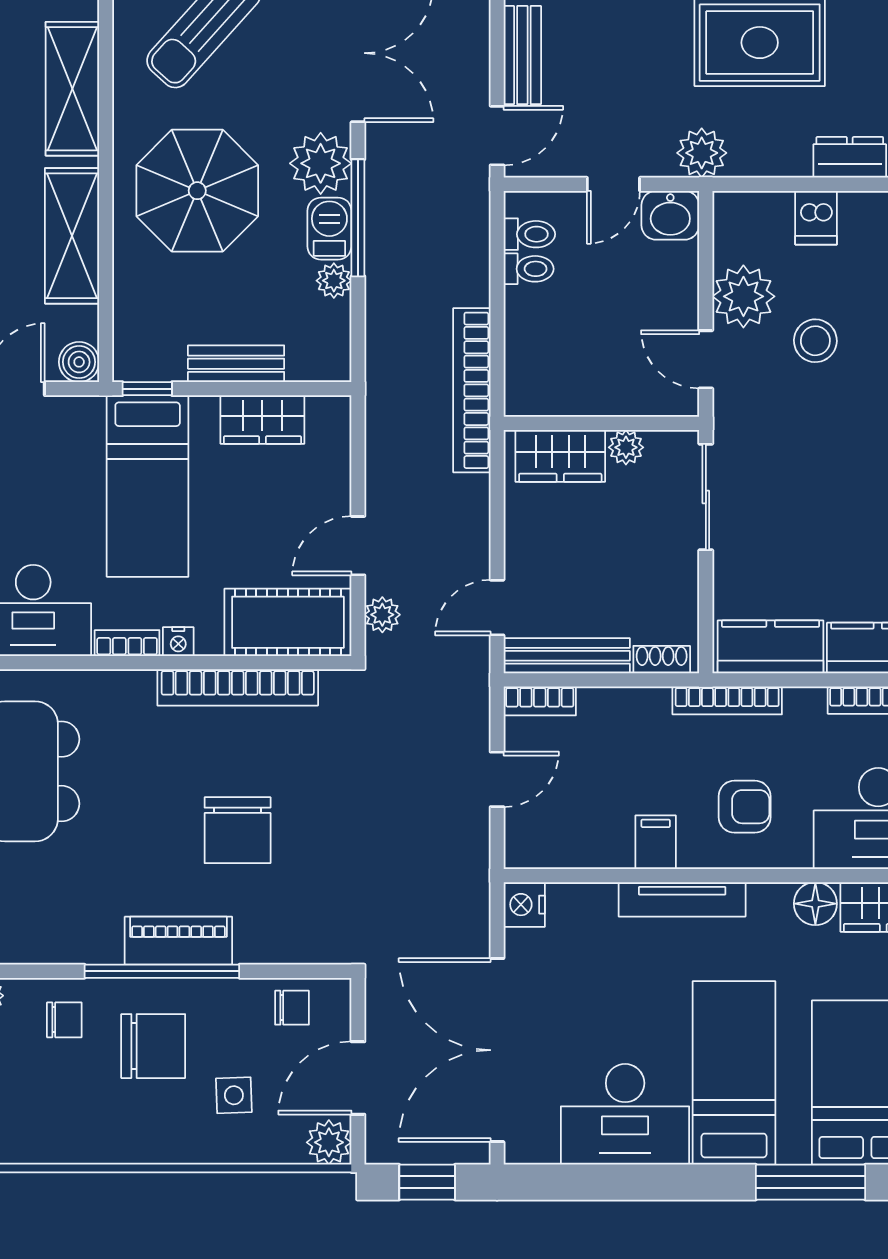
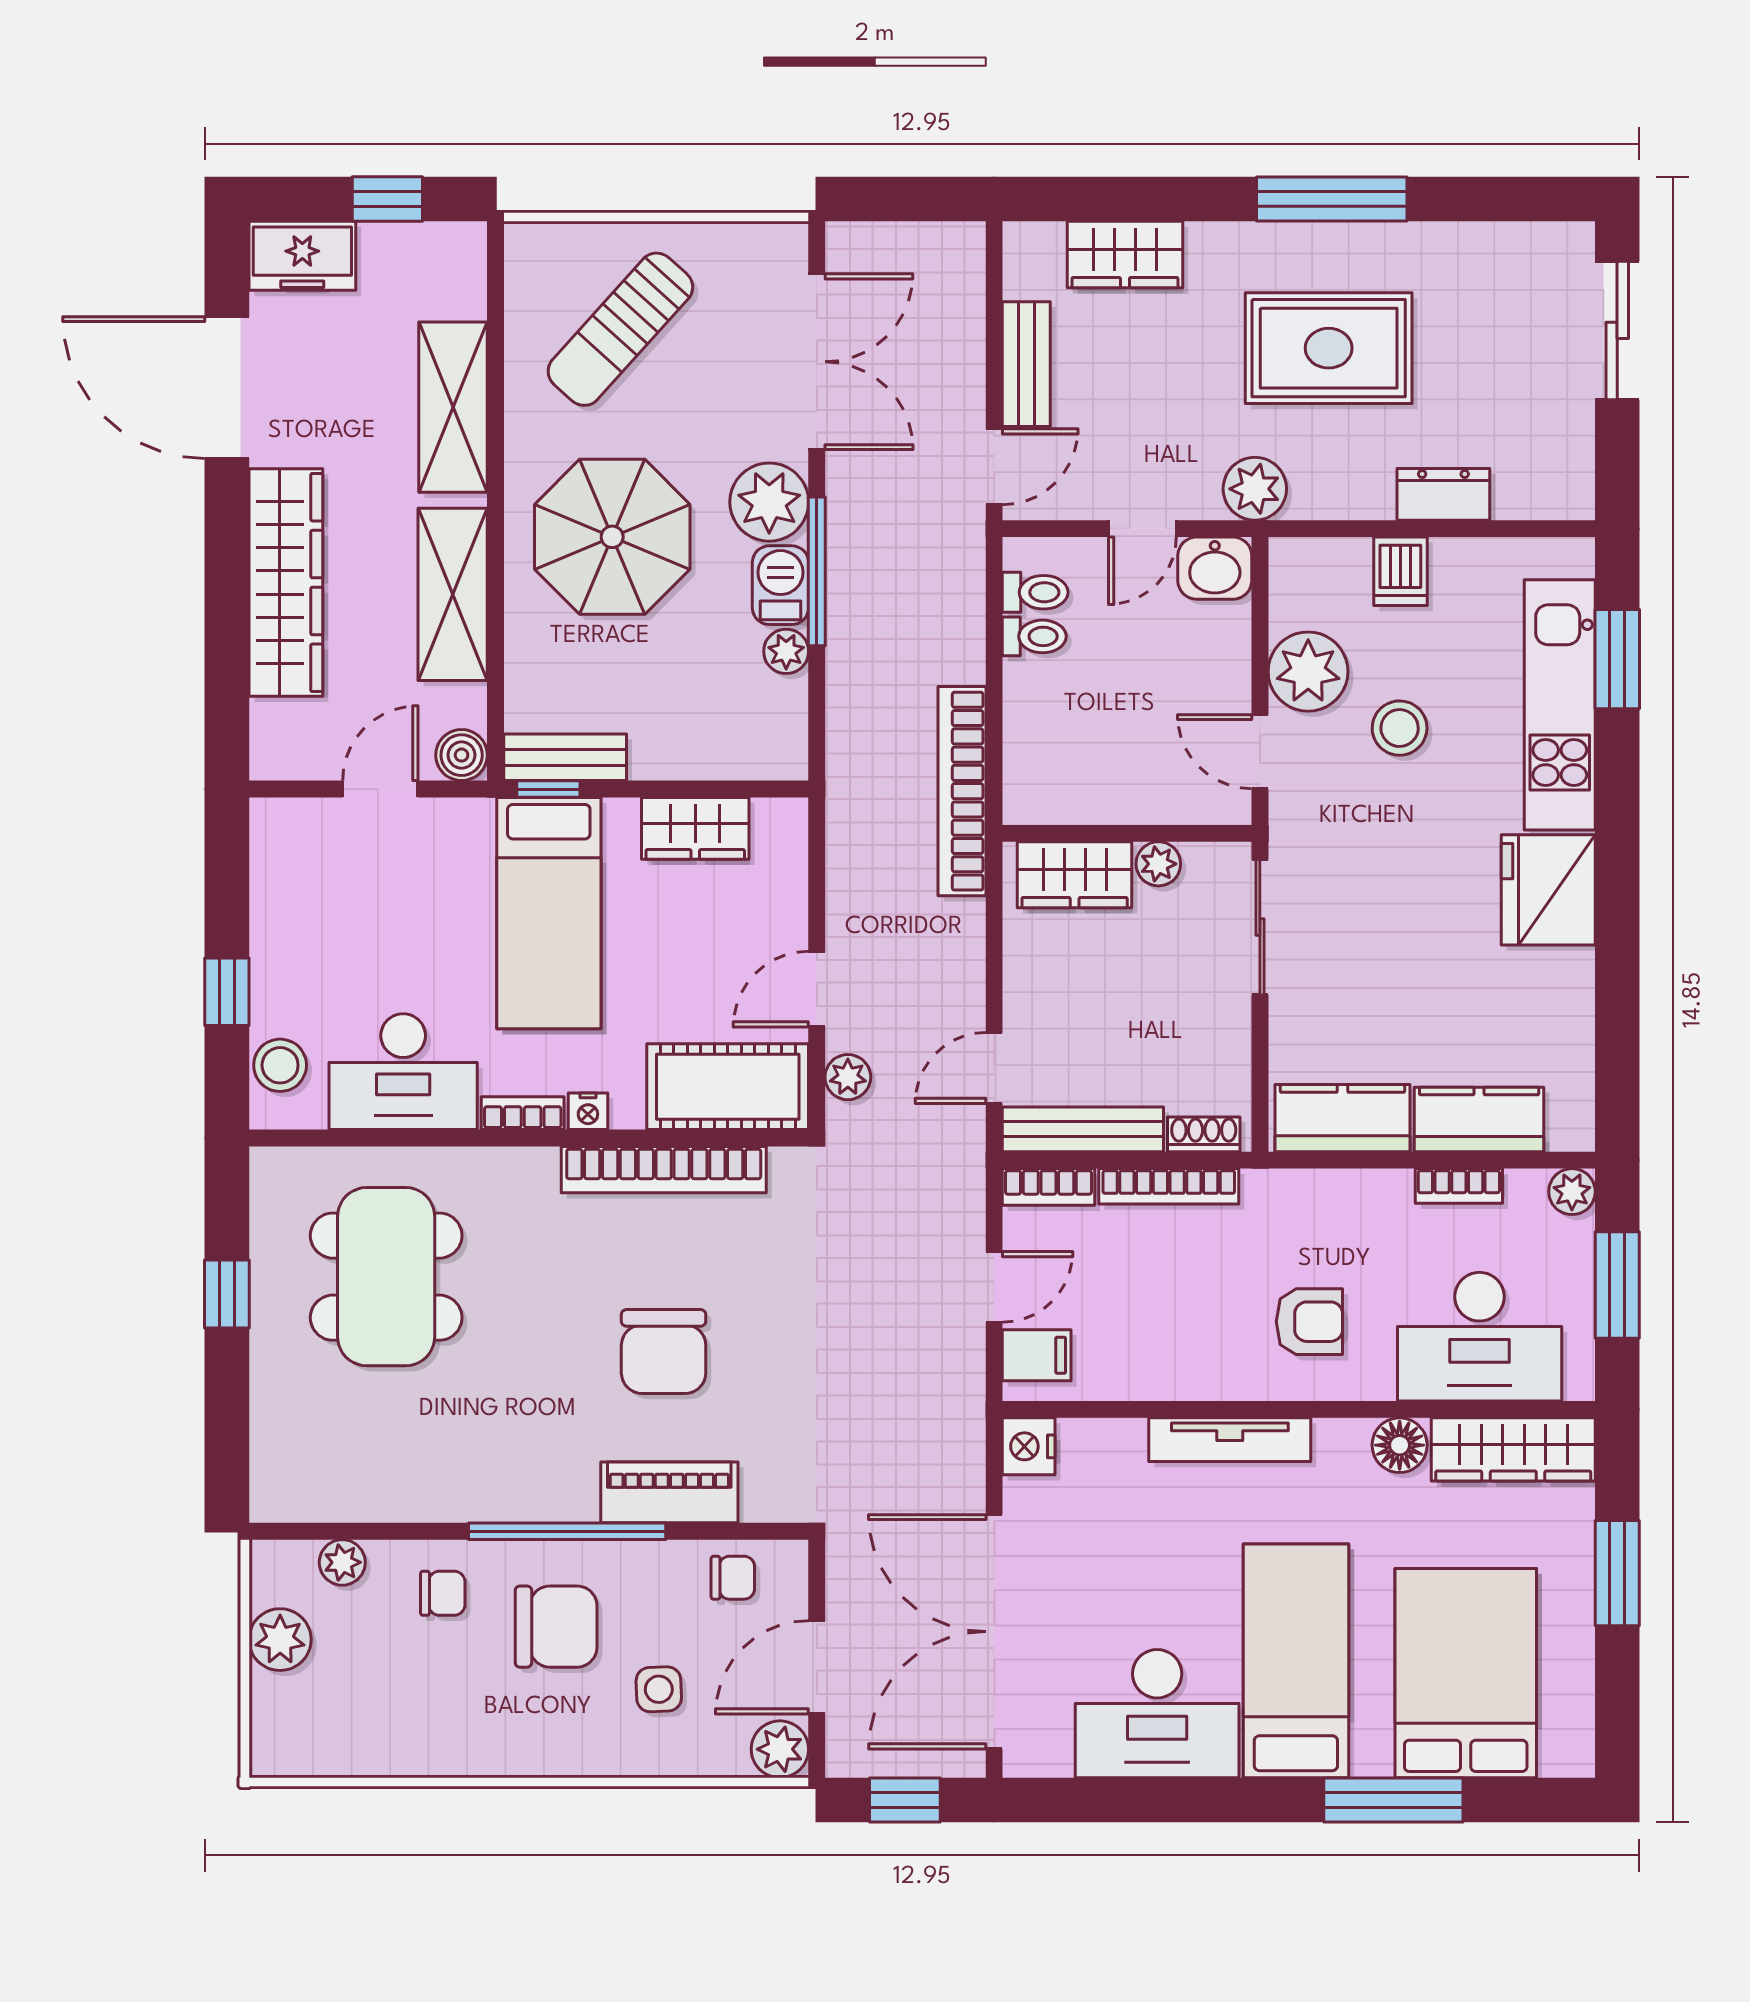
bench: (236, 364) -> (565, 757), moved
bookcase: (727, 700) -> (1169, 1186), moved
filing cabinet: (656, 842) -> (1037, 1355), moved, turned 90
piano: (178, 941) -> (669, 1492), moved

